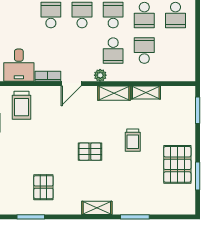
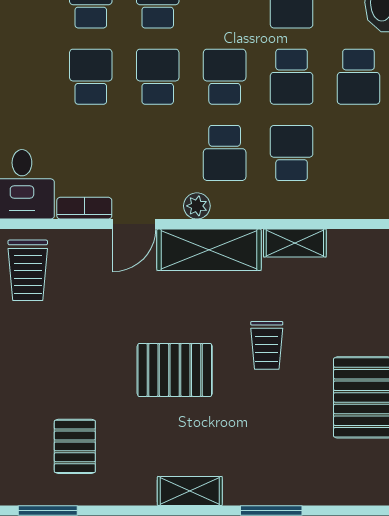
shelving: (114, 93) -> (209, 250), width x1.50, depth x1.33
pallet: (90, 152) -> (175, 370), width x1.50, depth x1.42

